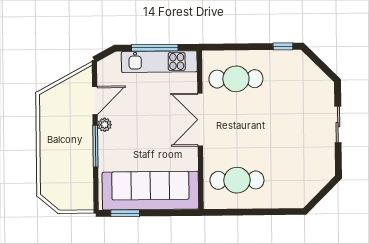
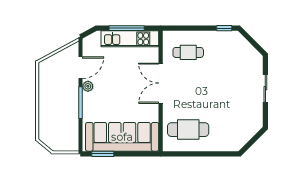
cafe table: (236, 79) -> (188, 52), width x0.73, depth x0.74

